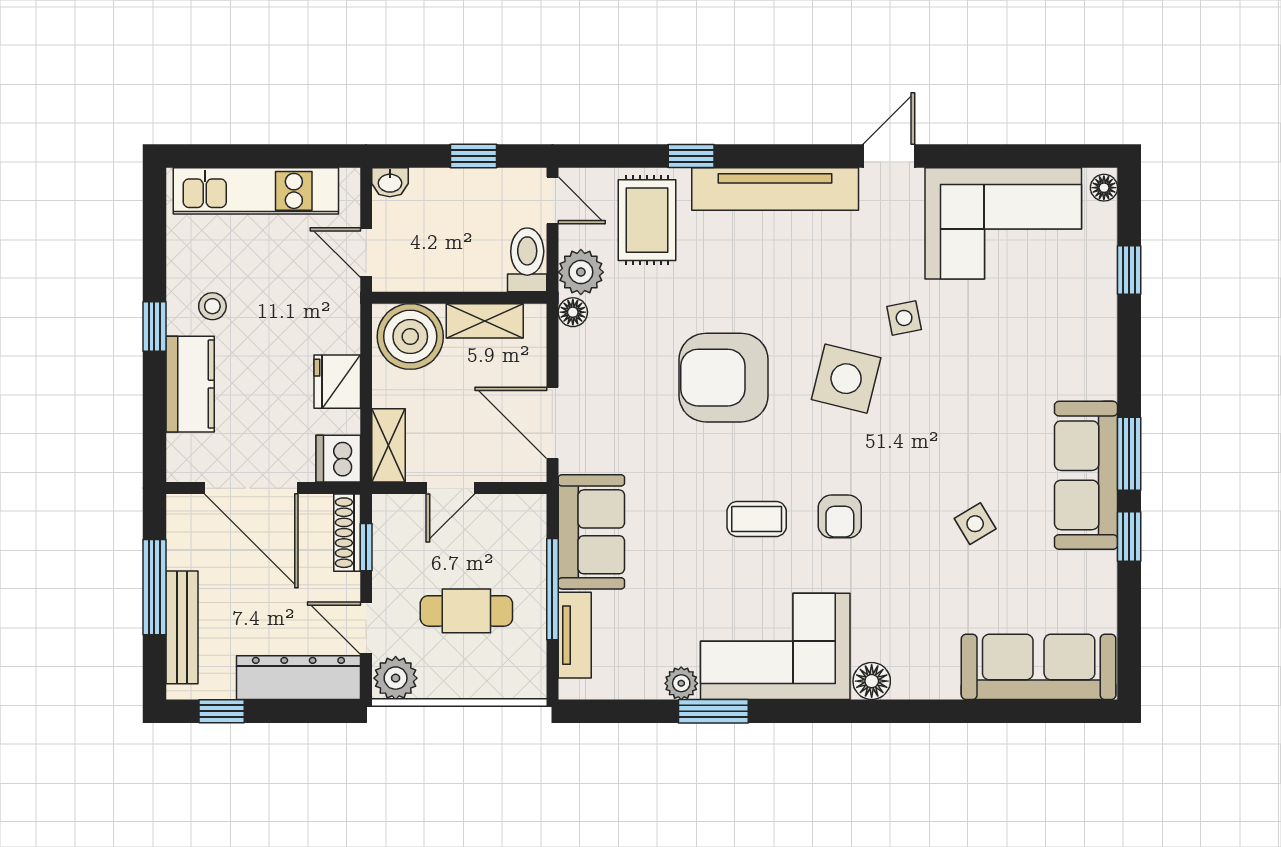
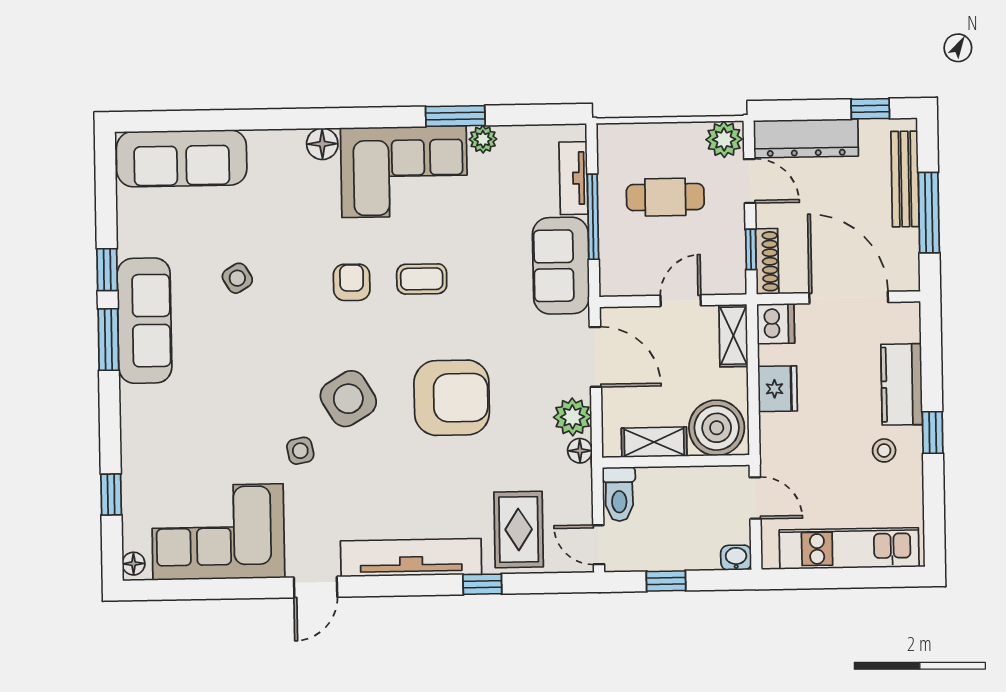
plant: (581, 272) -> (572, 417), moved
side table: (846, 379) -> (348, 399), turned 45

